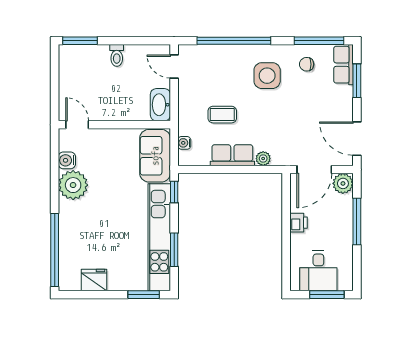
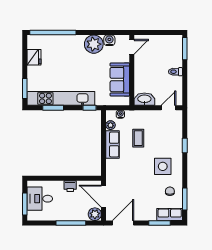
window: (234, 41) -> (185, 145), width x0.32
window: (319, 41) -> (185, 199), width x0.69
sofa: (155, 156) -> (120, 80), moved, turned -90
plant: (263, 159) -> (111, 125), moved

